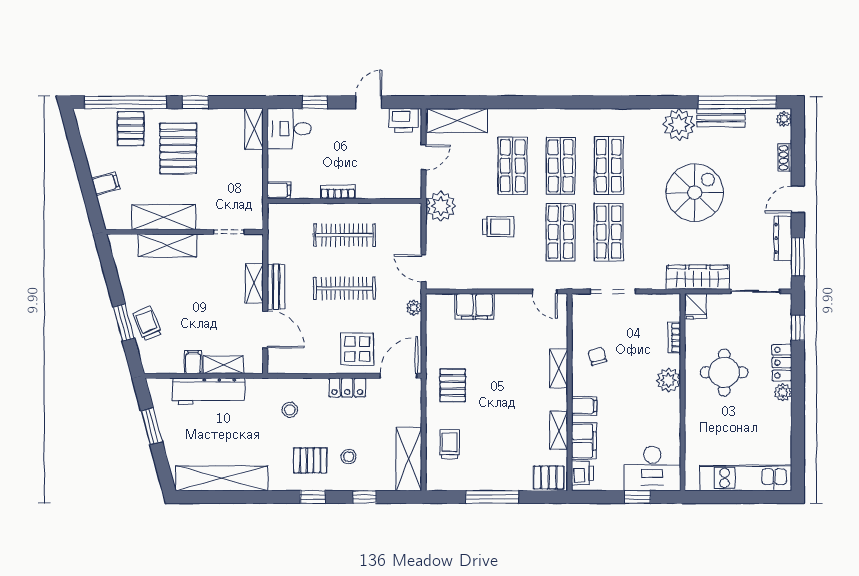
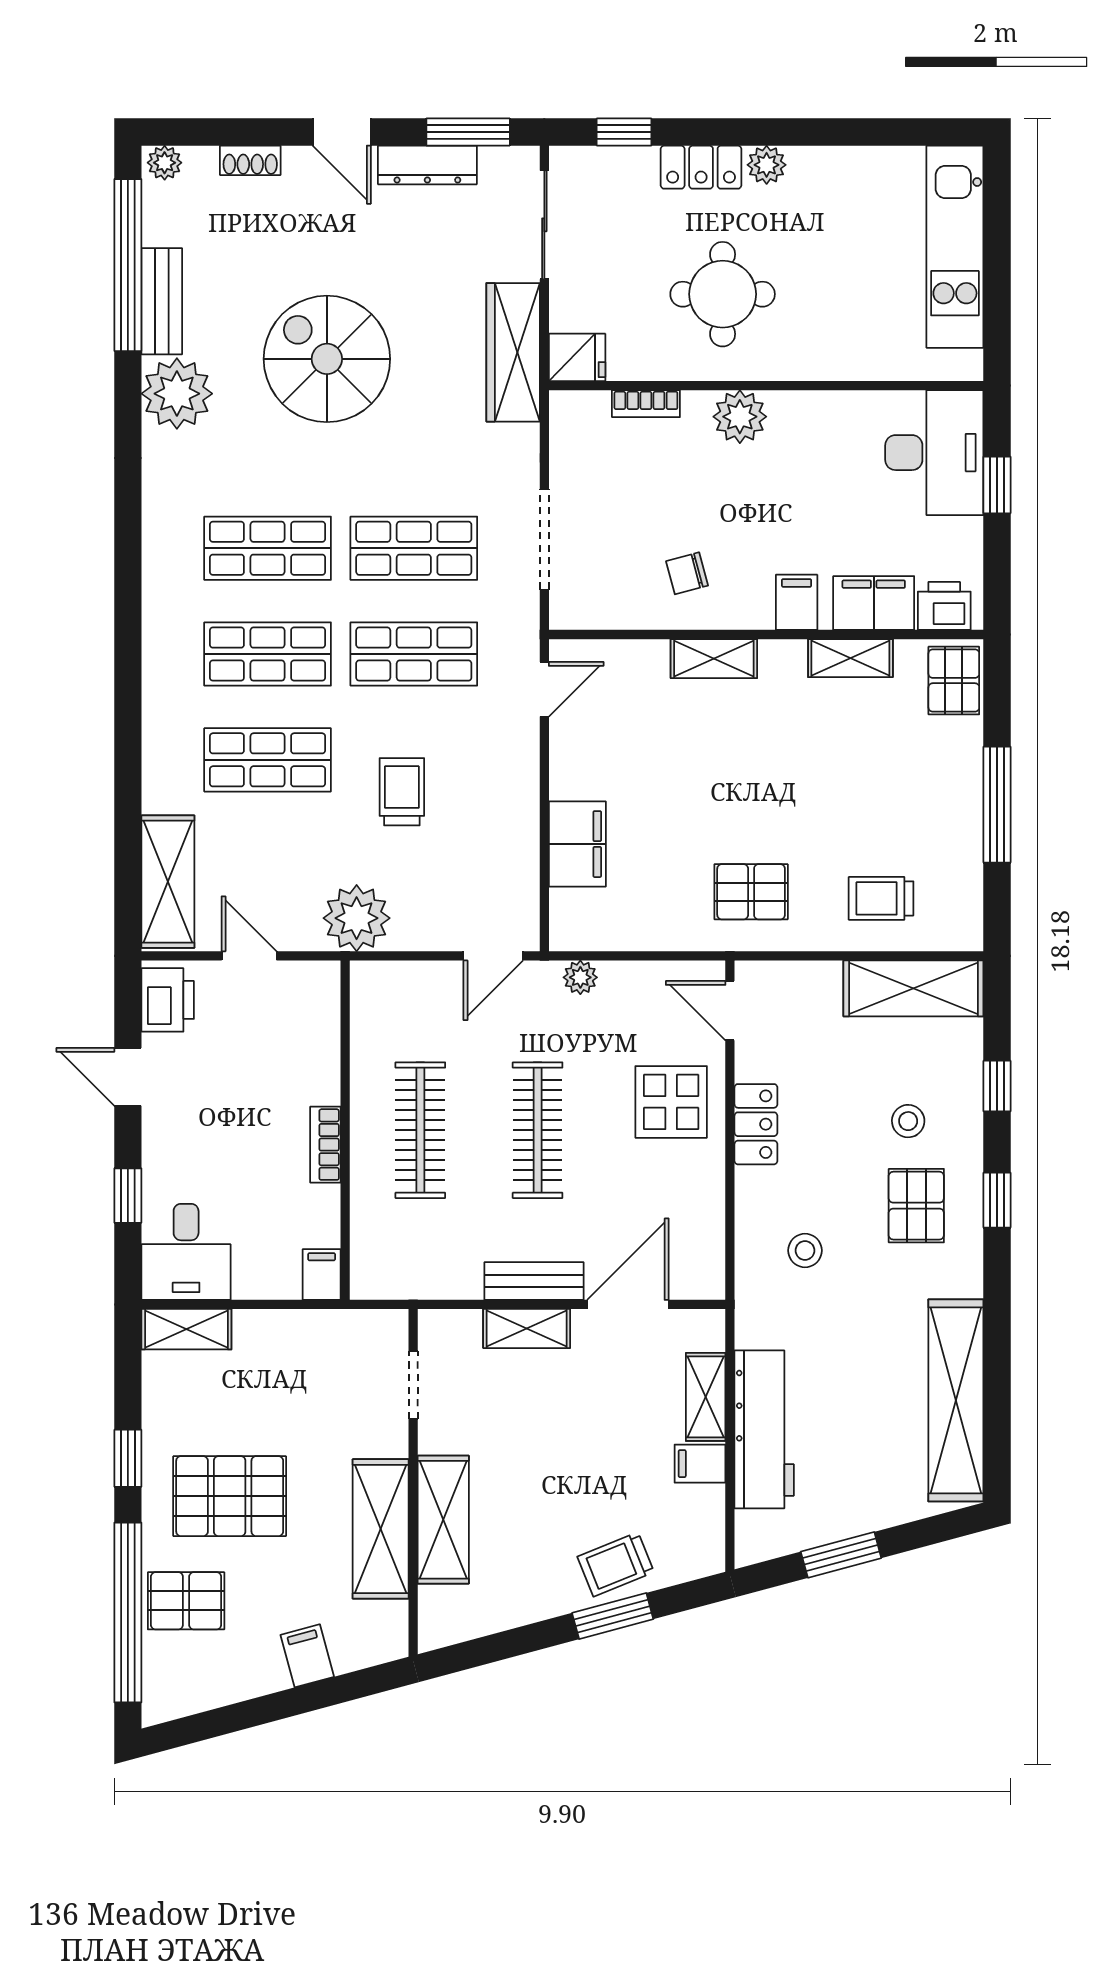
door: (399, 376) -> (730, 1011), width x0.73

